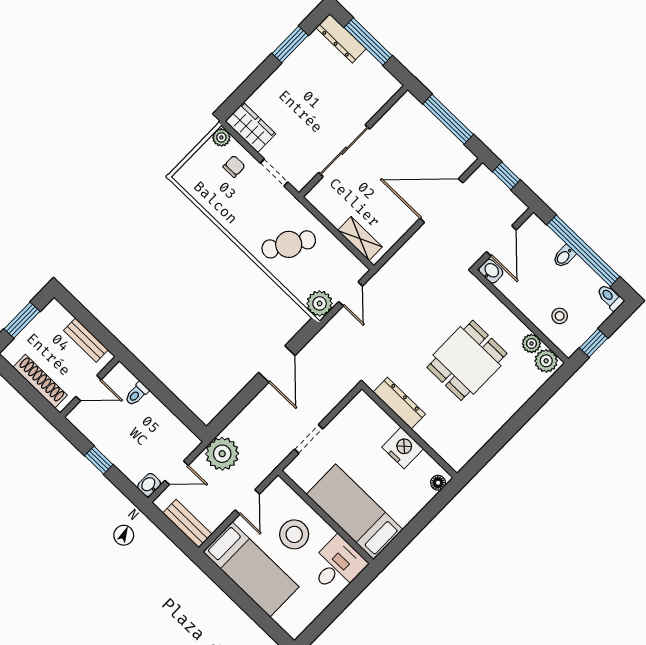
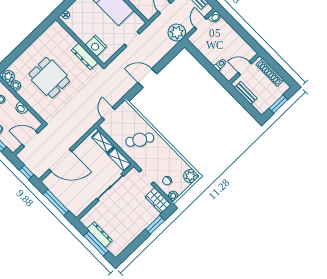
dresser: (341, 38) -> (100, 235), moved
window: (290, 44) -> (155, 225), moved
shelving: (327, 206) -> (120, 159), added
door: (501, 241) -> (30, 139), hinge flipped
washbasin: (491, 271) -> (21, 108), moved
plant: (320, 303) -> (190, 176), moved
dining table: (467, 360) -> (49, 78), turned 90
door: (277, 364) -> (147, 78), hinge flipped
nightstand: (403, 448) -> (96, 46), moved
window: (99, 460) -> (241, 31), removed
door: (177, 473) -> (201, 23), hinge flipped

